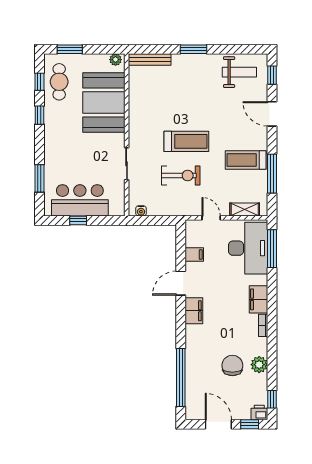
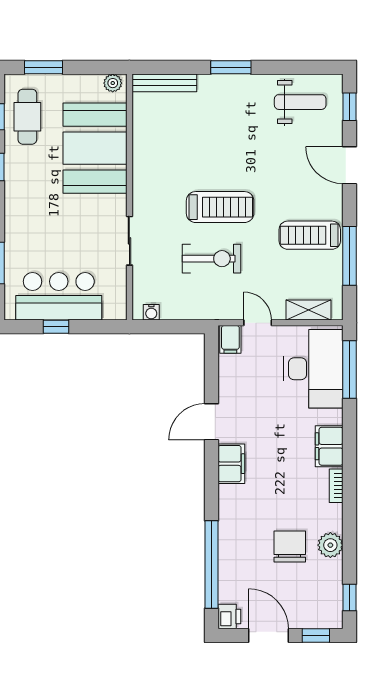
filing cabinet: (194, 255) -> (230, 339), moved, turned 90
printer: (259, 412) -> (229, 617), moved, turned 90

